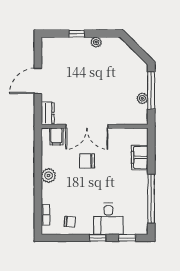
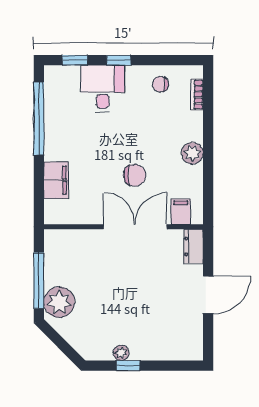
window: (77, 34) -> (128, 366), moved
plant: (142, 98) -> (59, 302), moved, width x1.88, depth x1.88

